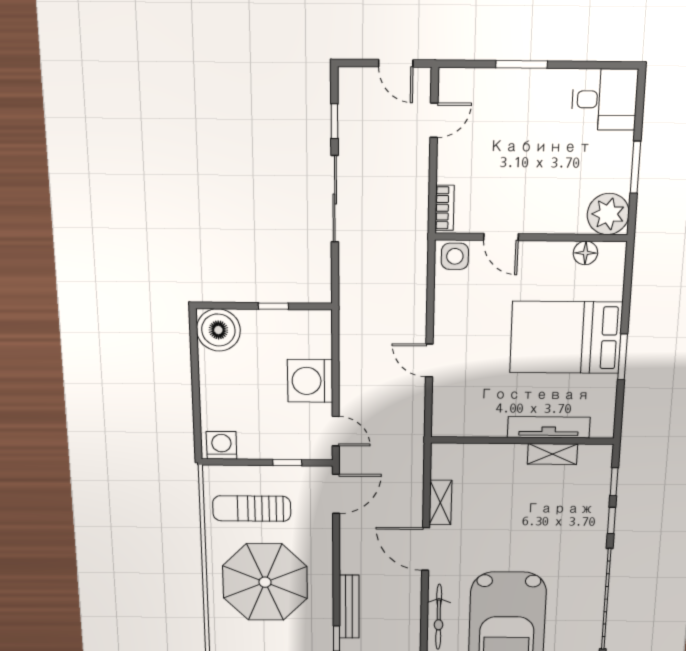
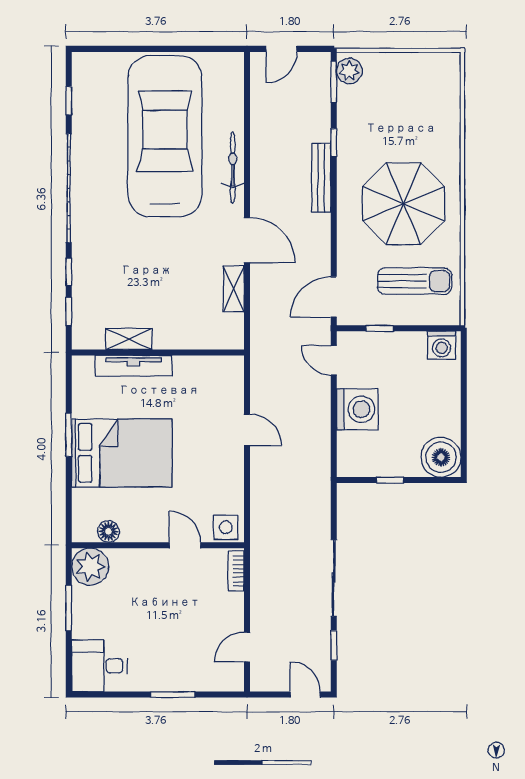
door: (396, 63) -> (305, 695), moved

